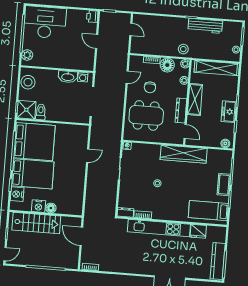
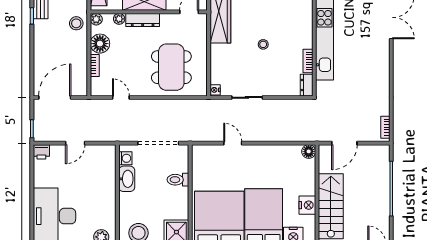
door: (131, 29) -> (55, 97), width x1.87
chair: (150, 87) -> (132, 65), removed
dresser: (181, 110) -> (143, 20), moved
toilet: (41, 112) -> (178, 180), moved
floor lamp: (51, 208) -> (309, 151), moved

